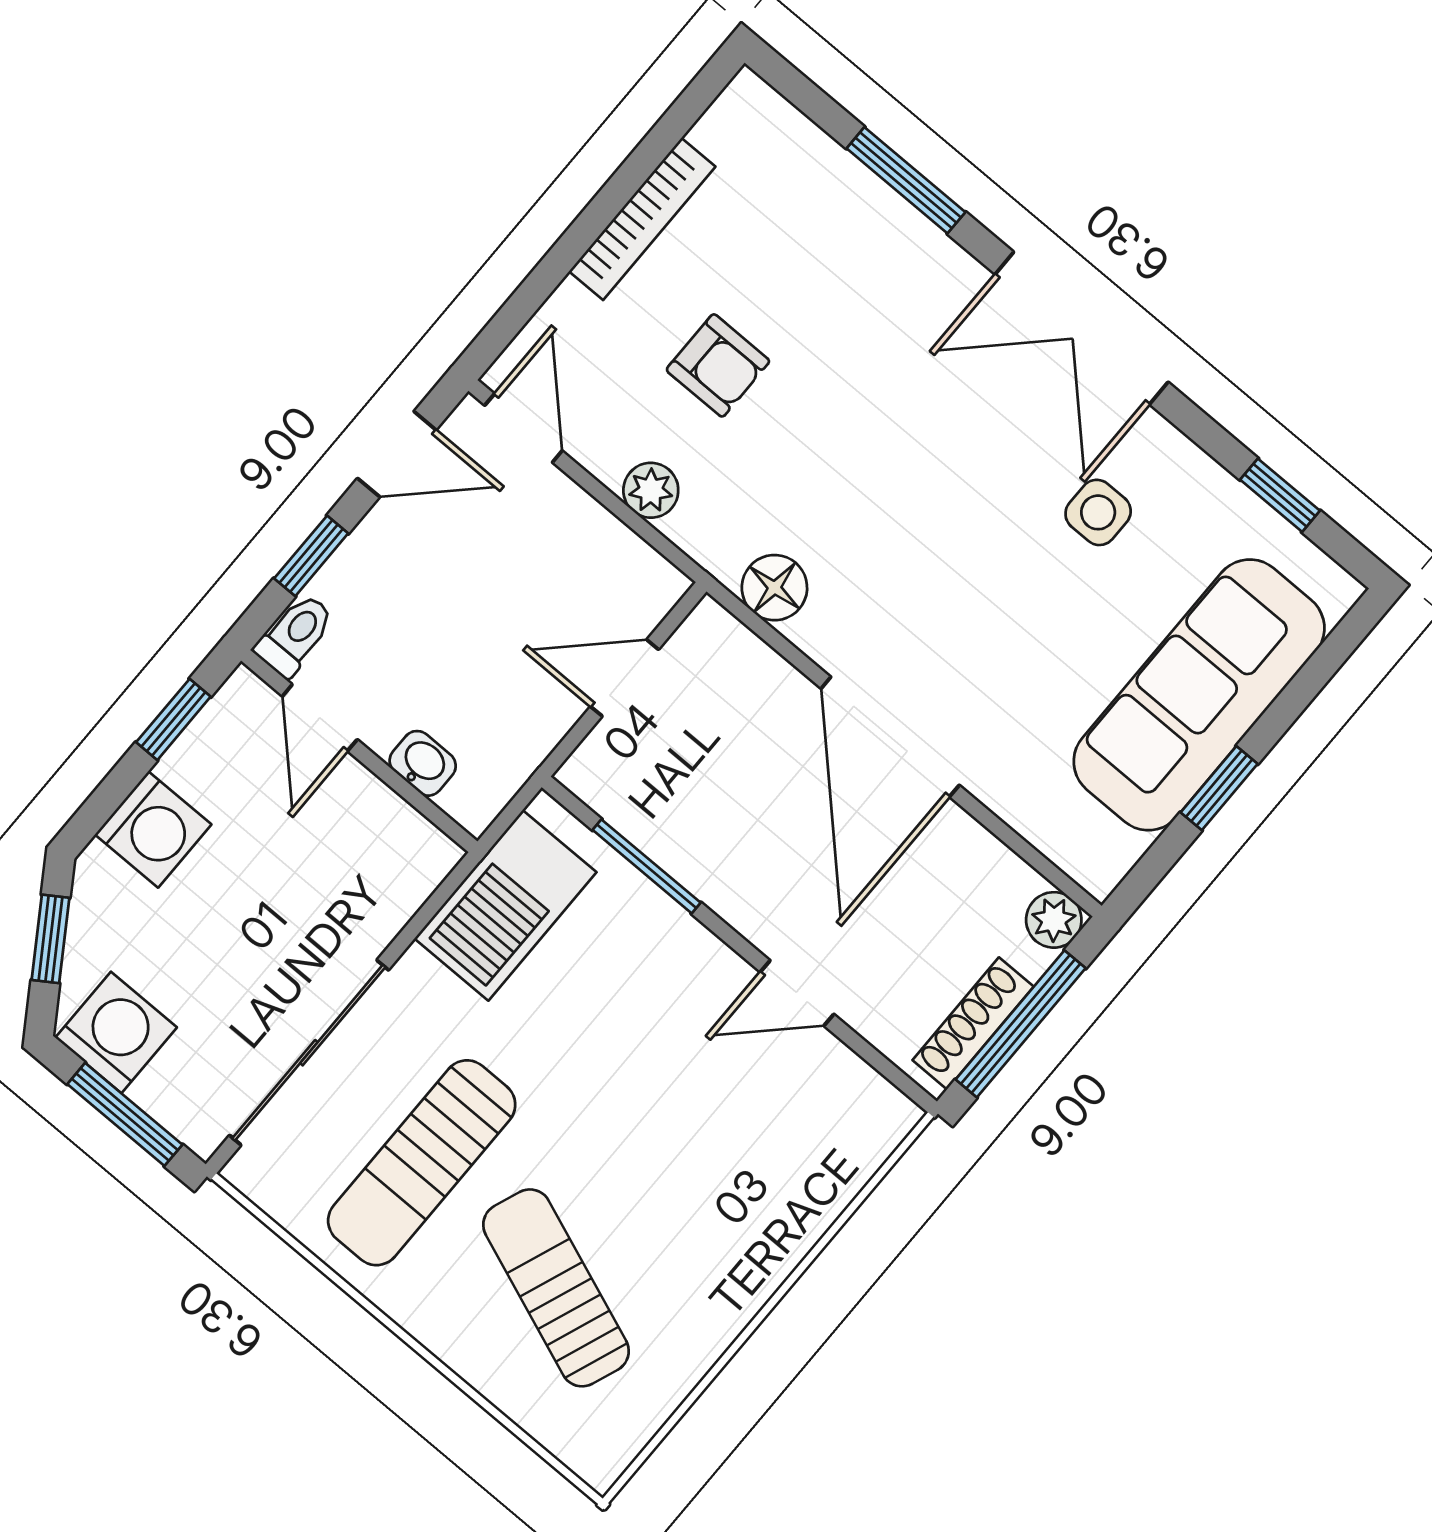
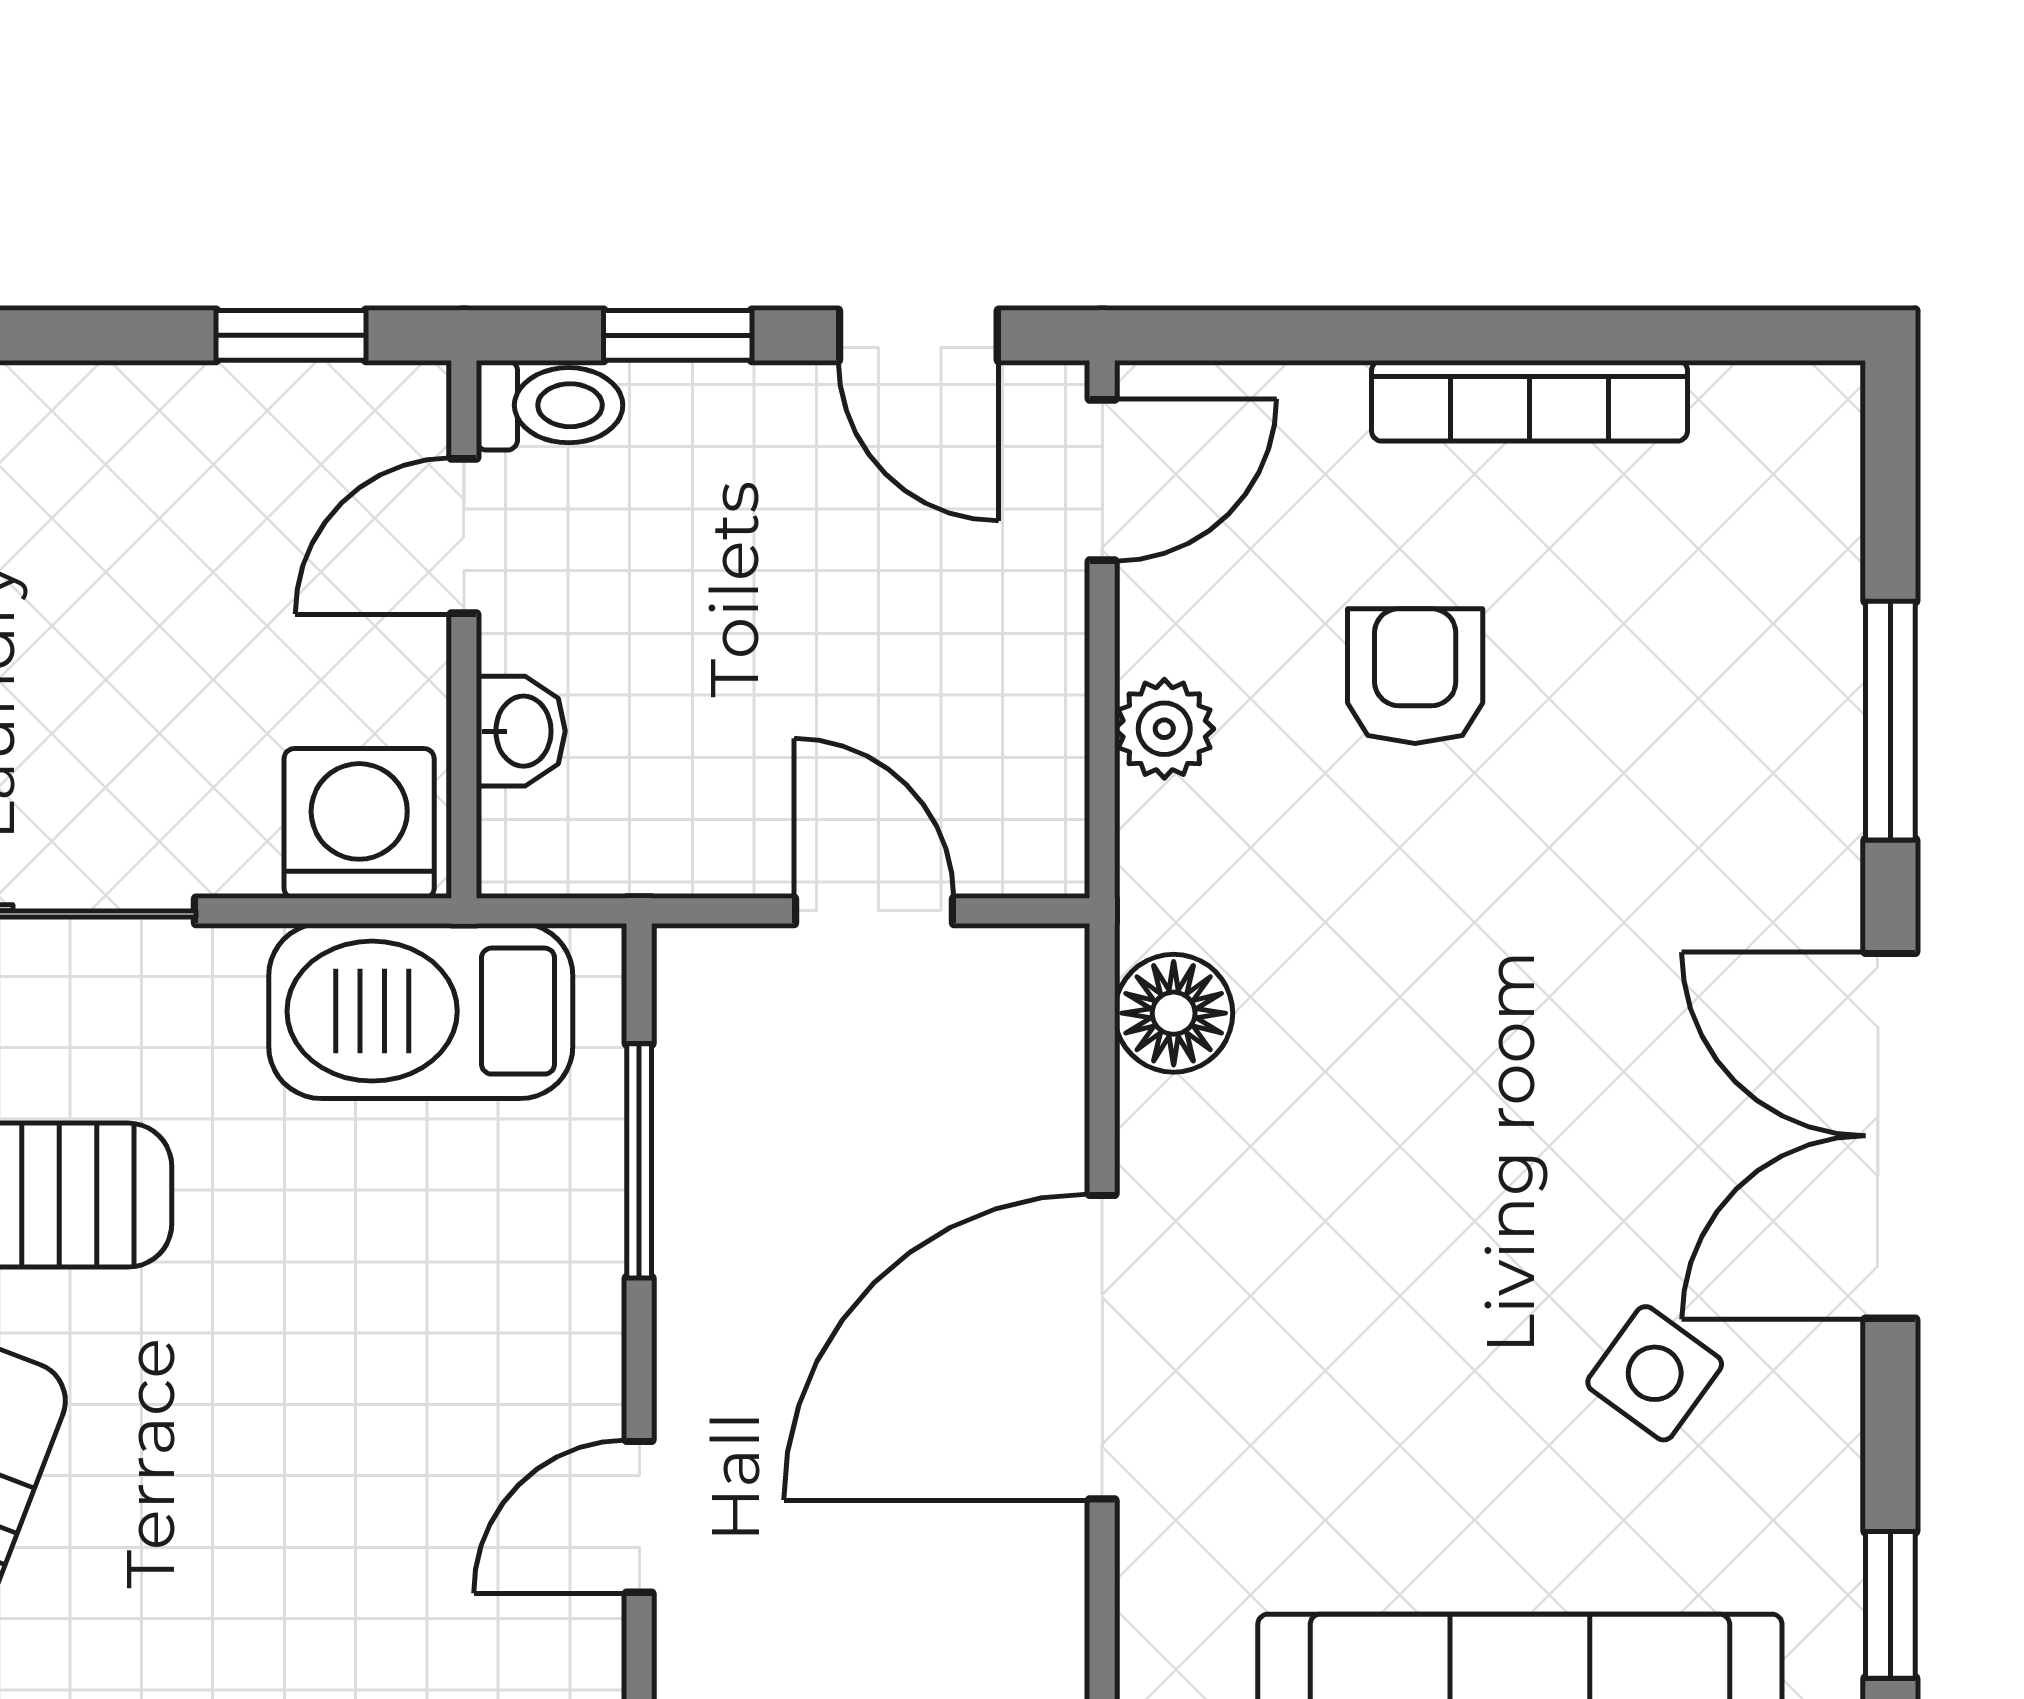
armchair: (718, 365) -> (1415, 676), turned 180
side table: (1098, 512) -> (1655, 1373), turned 36
washing machine: (153, 829) -> (359, 823), moved, turned 180
door: (797, 993) -> (639, 1517), hinge flipped

